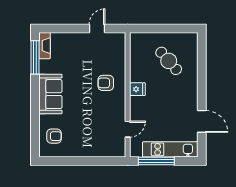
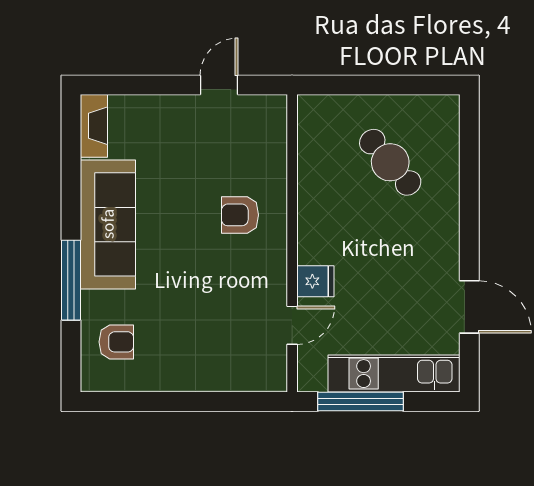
window: (35, 57) -> (71, 280), moved
fridge: (137, 89) -> (315, 281), moved
sofa: (50, 94) -> (108, 224), width x1.36

